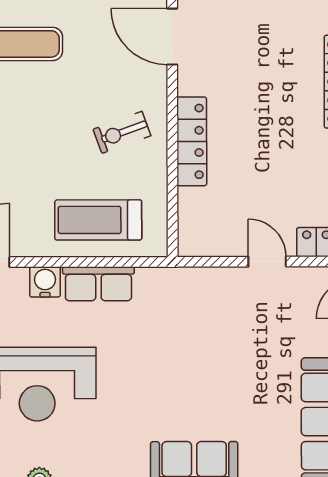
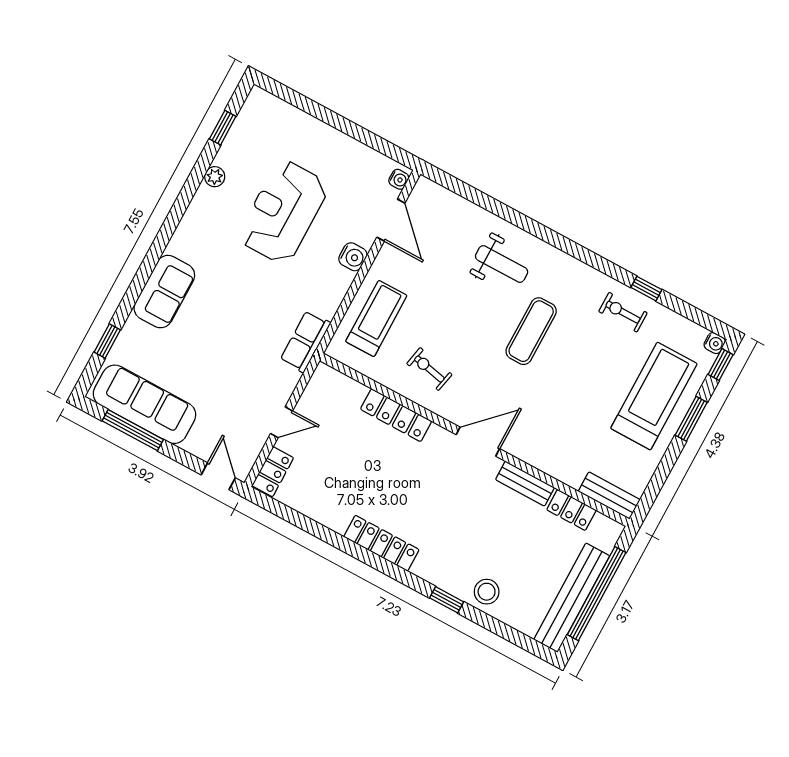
exercise bike: (122, 132) -> (429, 369), turned -58
row of seats: (98, 284) -> (305, 341), moved

